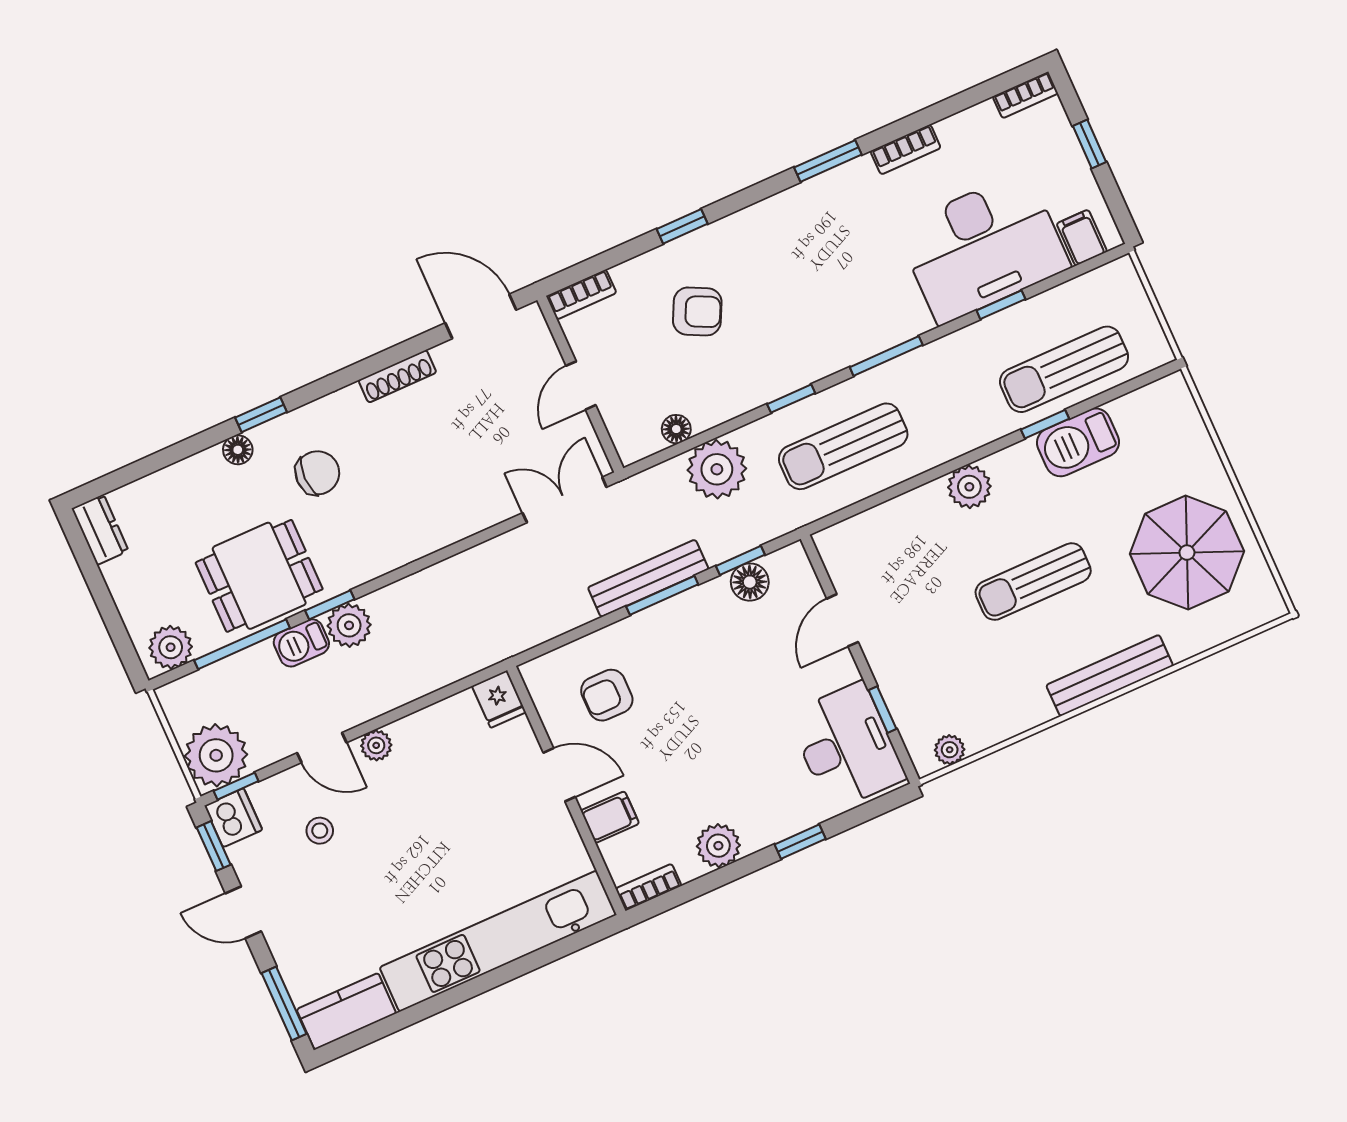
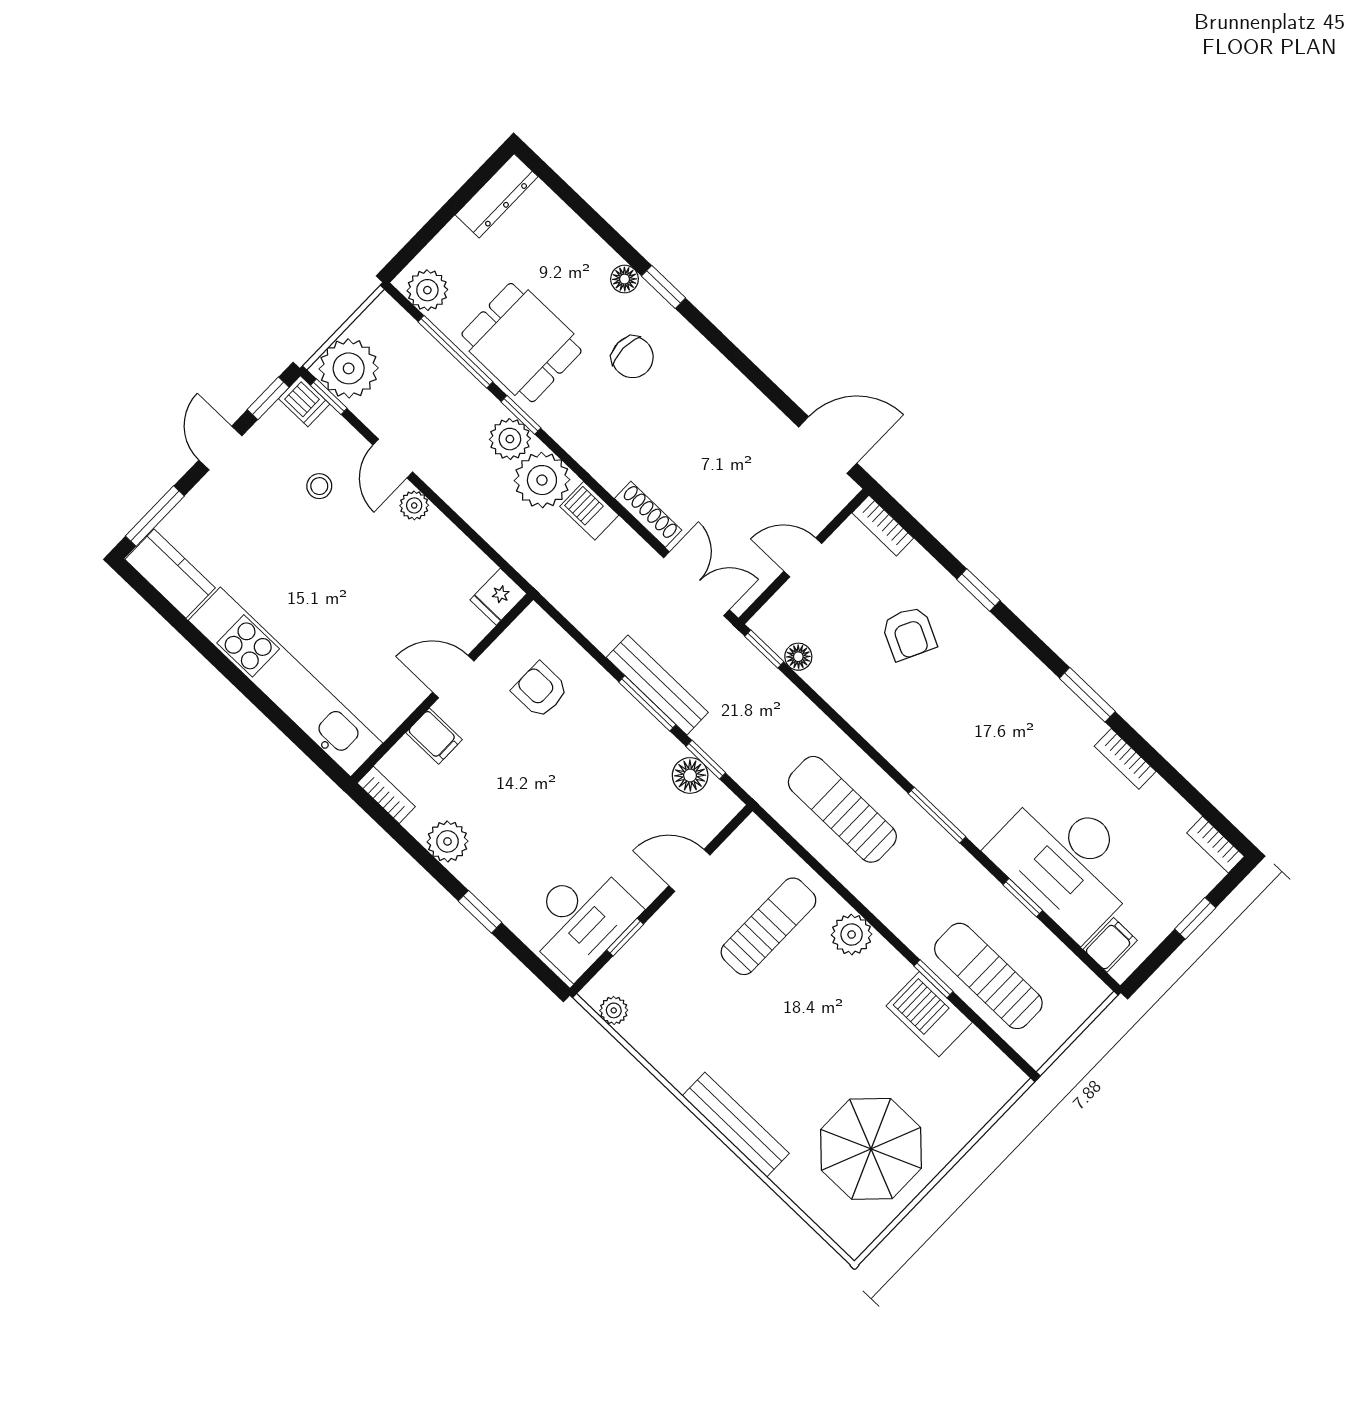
door: (481, 316) -> (828, 445), hinge flipped
shoe rack: (397, 376) -> (648, 514), moved, turned 180
window: (791, 399) -> (764, 649), moved
plant: (717, 469) -> (542, 480), moved
dresser: (100, 530) -> (497, 196), width x1.44
sun lounger: (1033, 582) -> (768, 926), moved, turned 90
barbecue: (301, 643) -> (589, 511), moved
door: (559, 775) -> (453, 677), swing flipped
dishwasher: (233, 818) -> (304, 401), width x0.73

